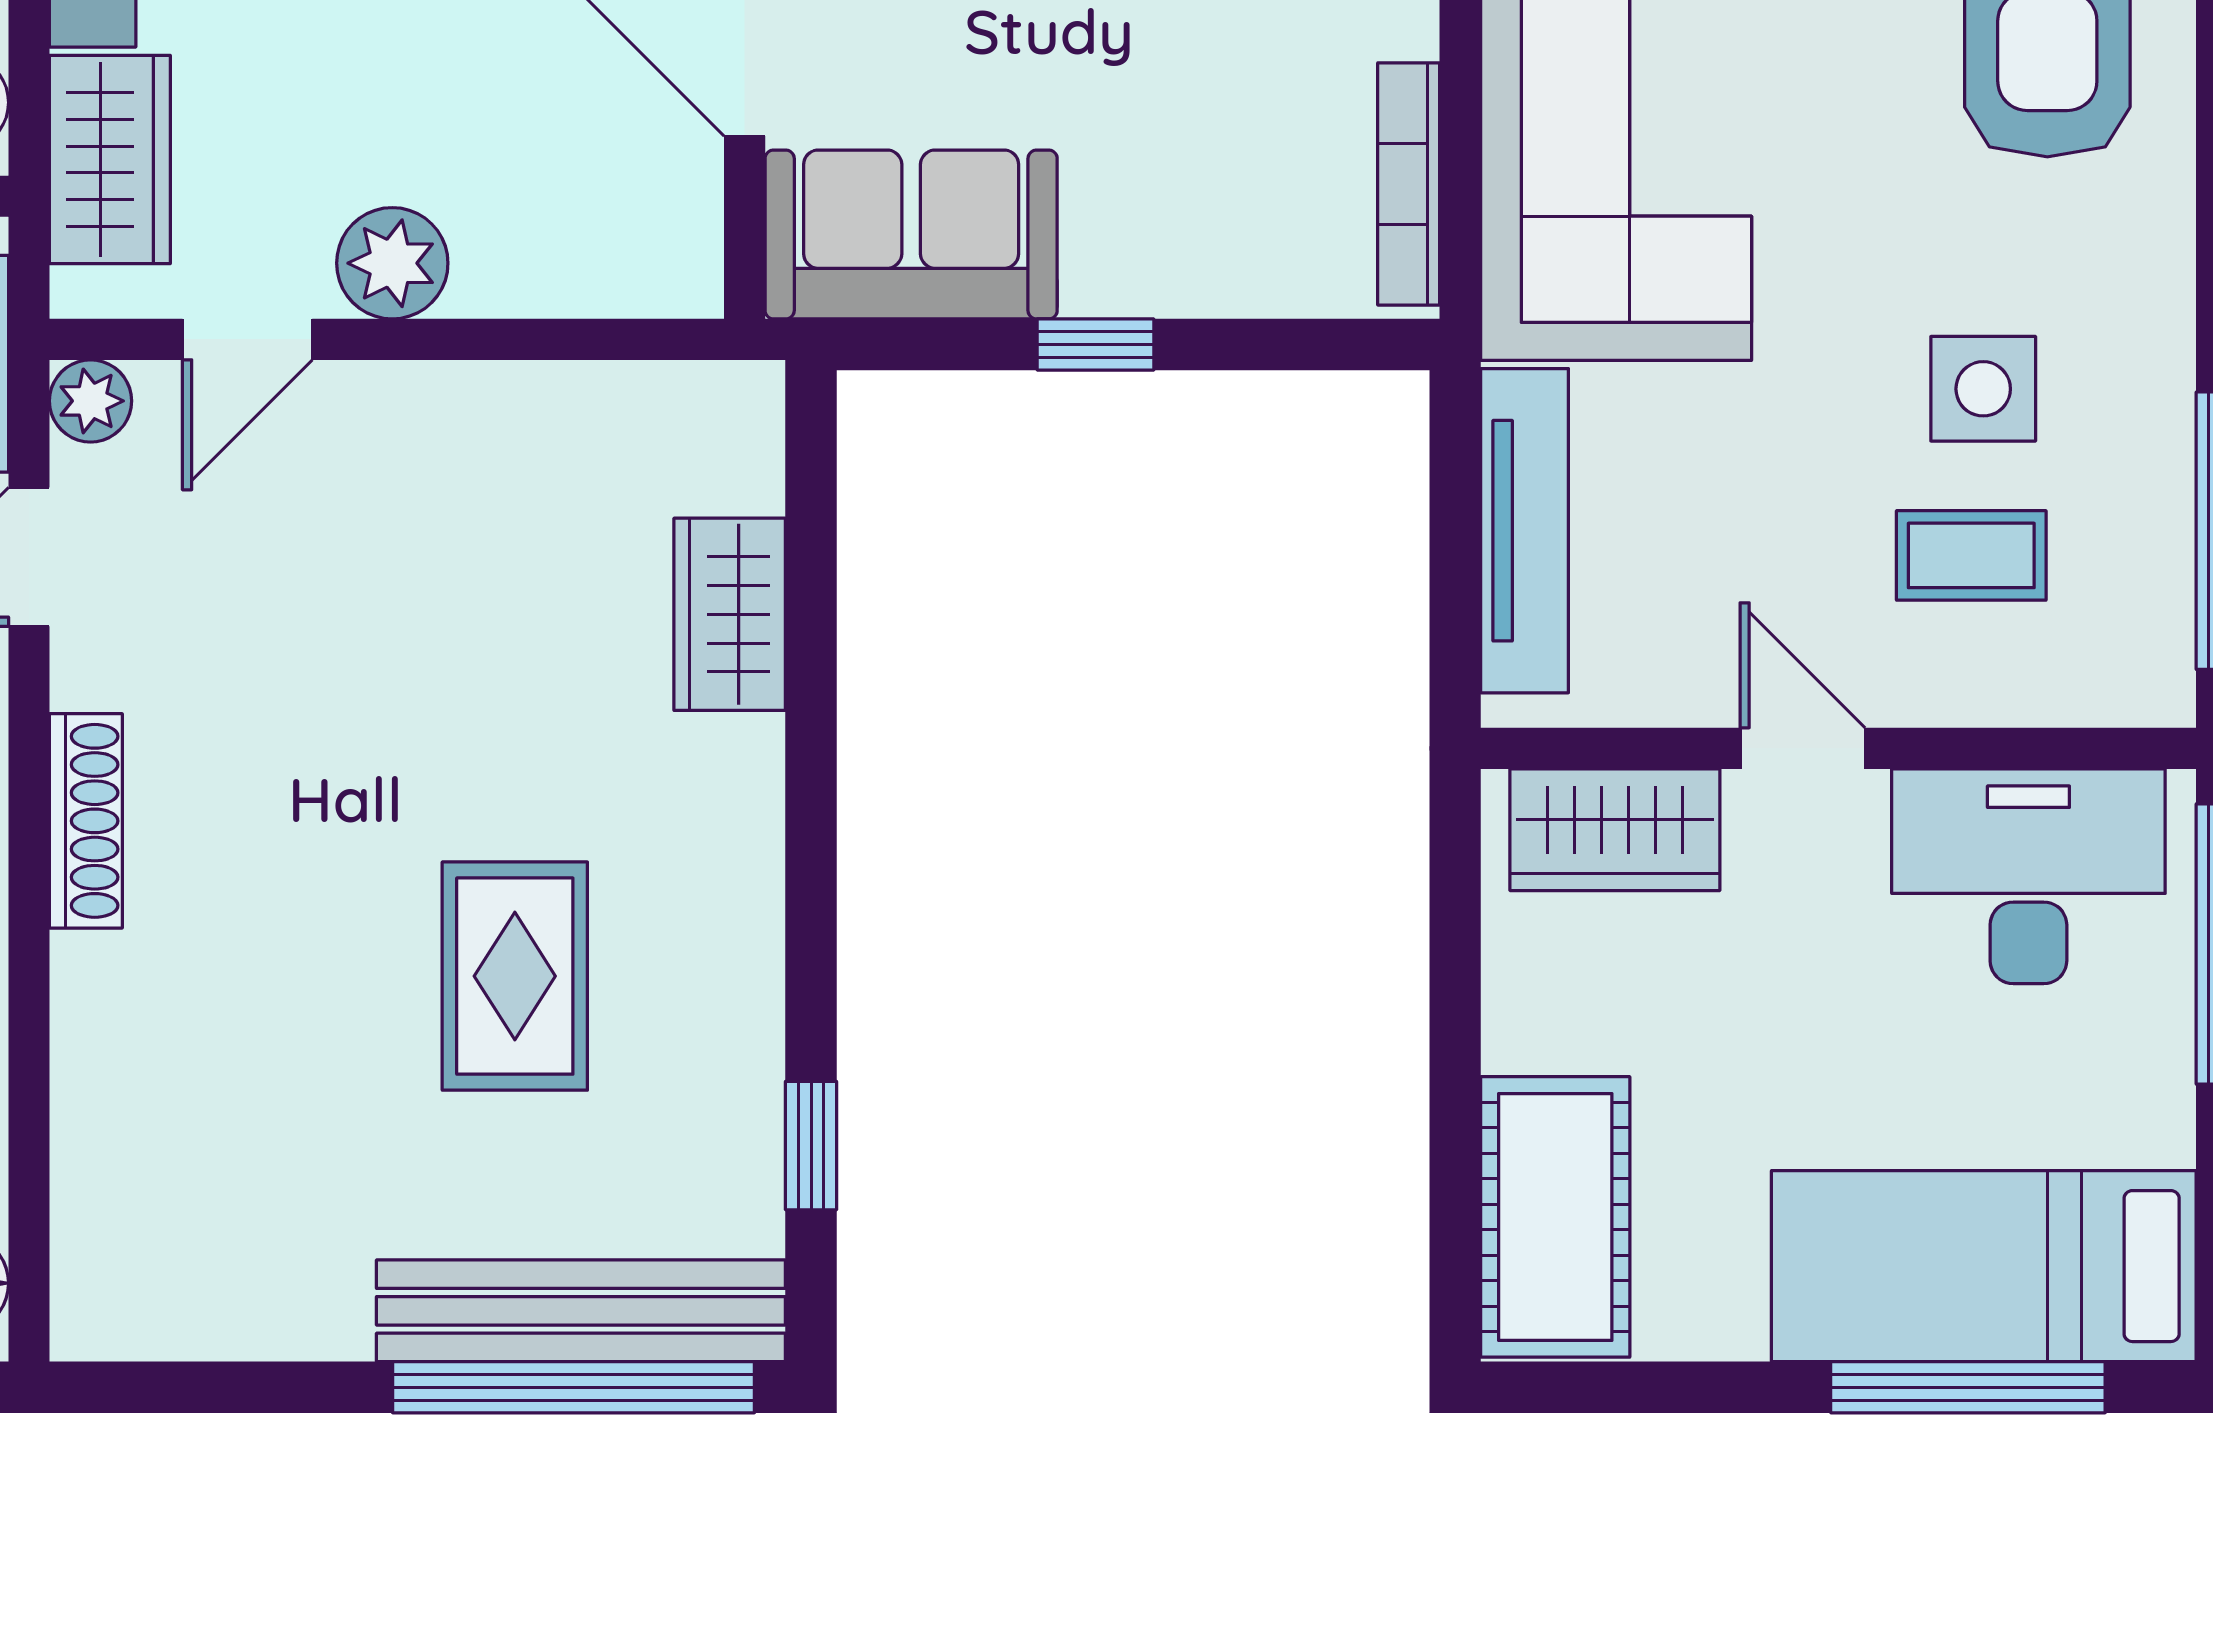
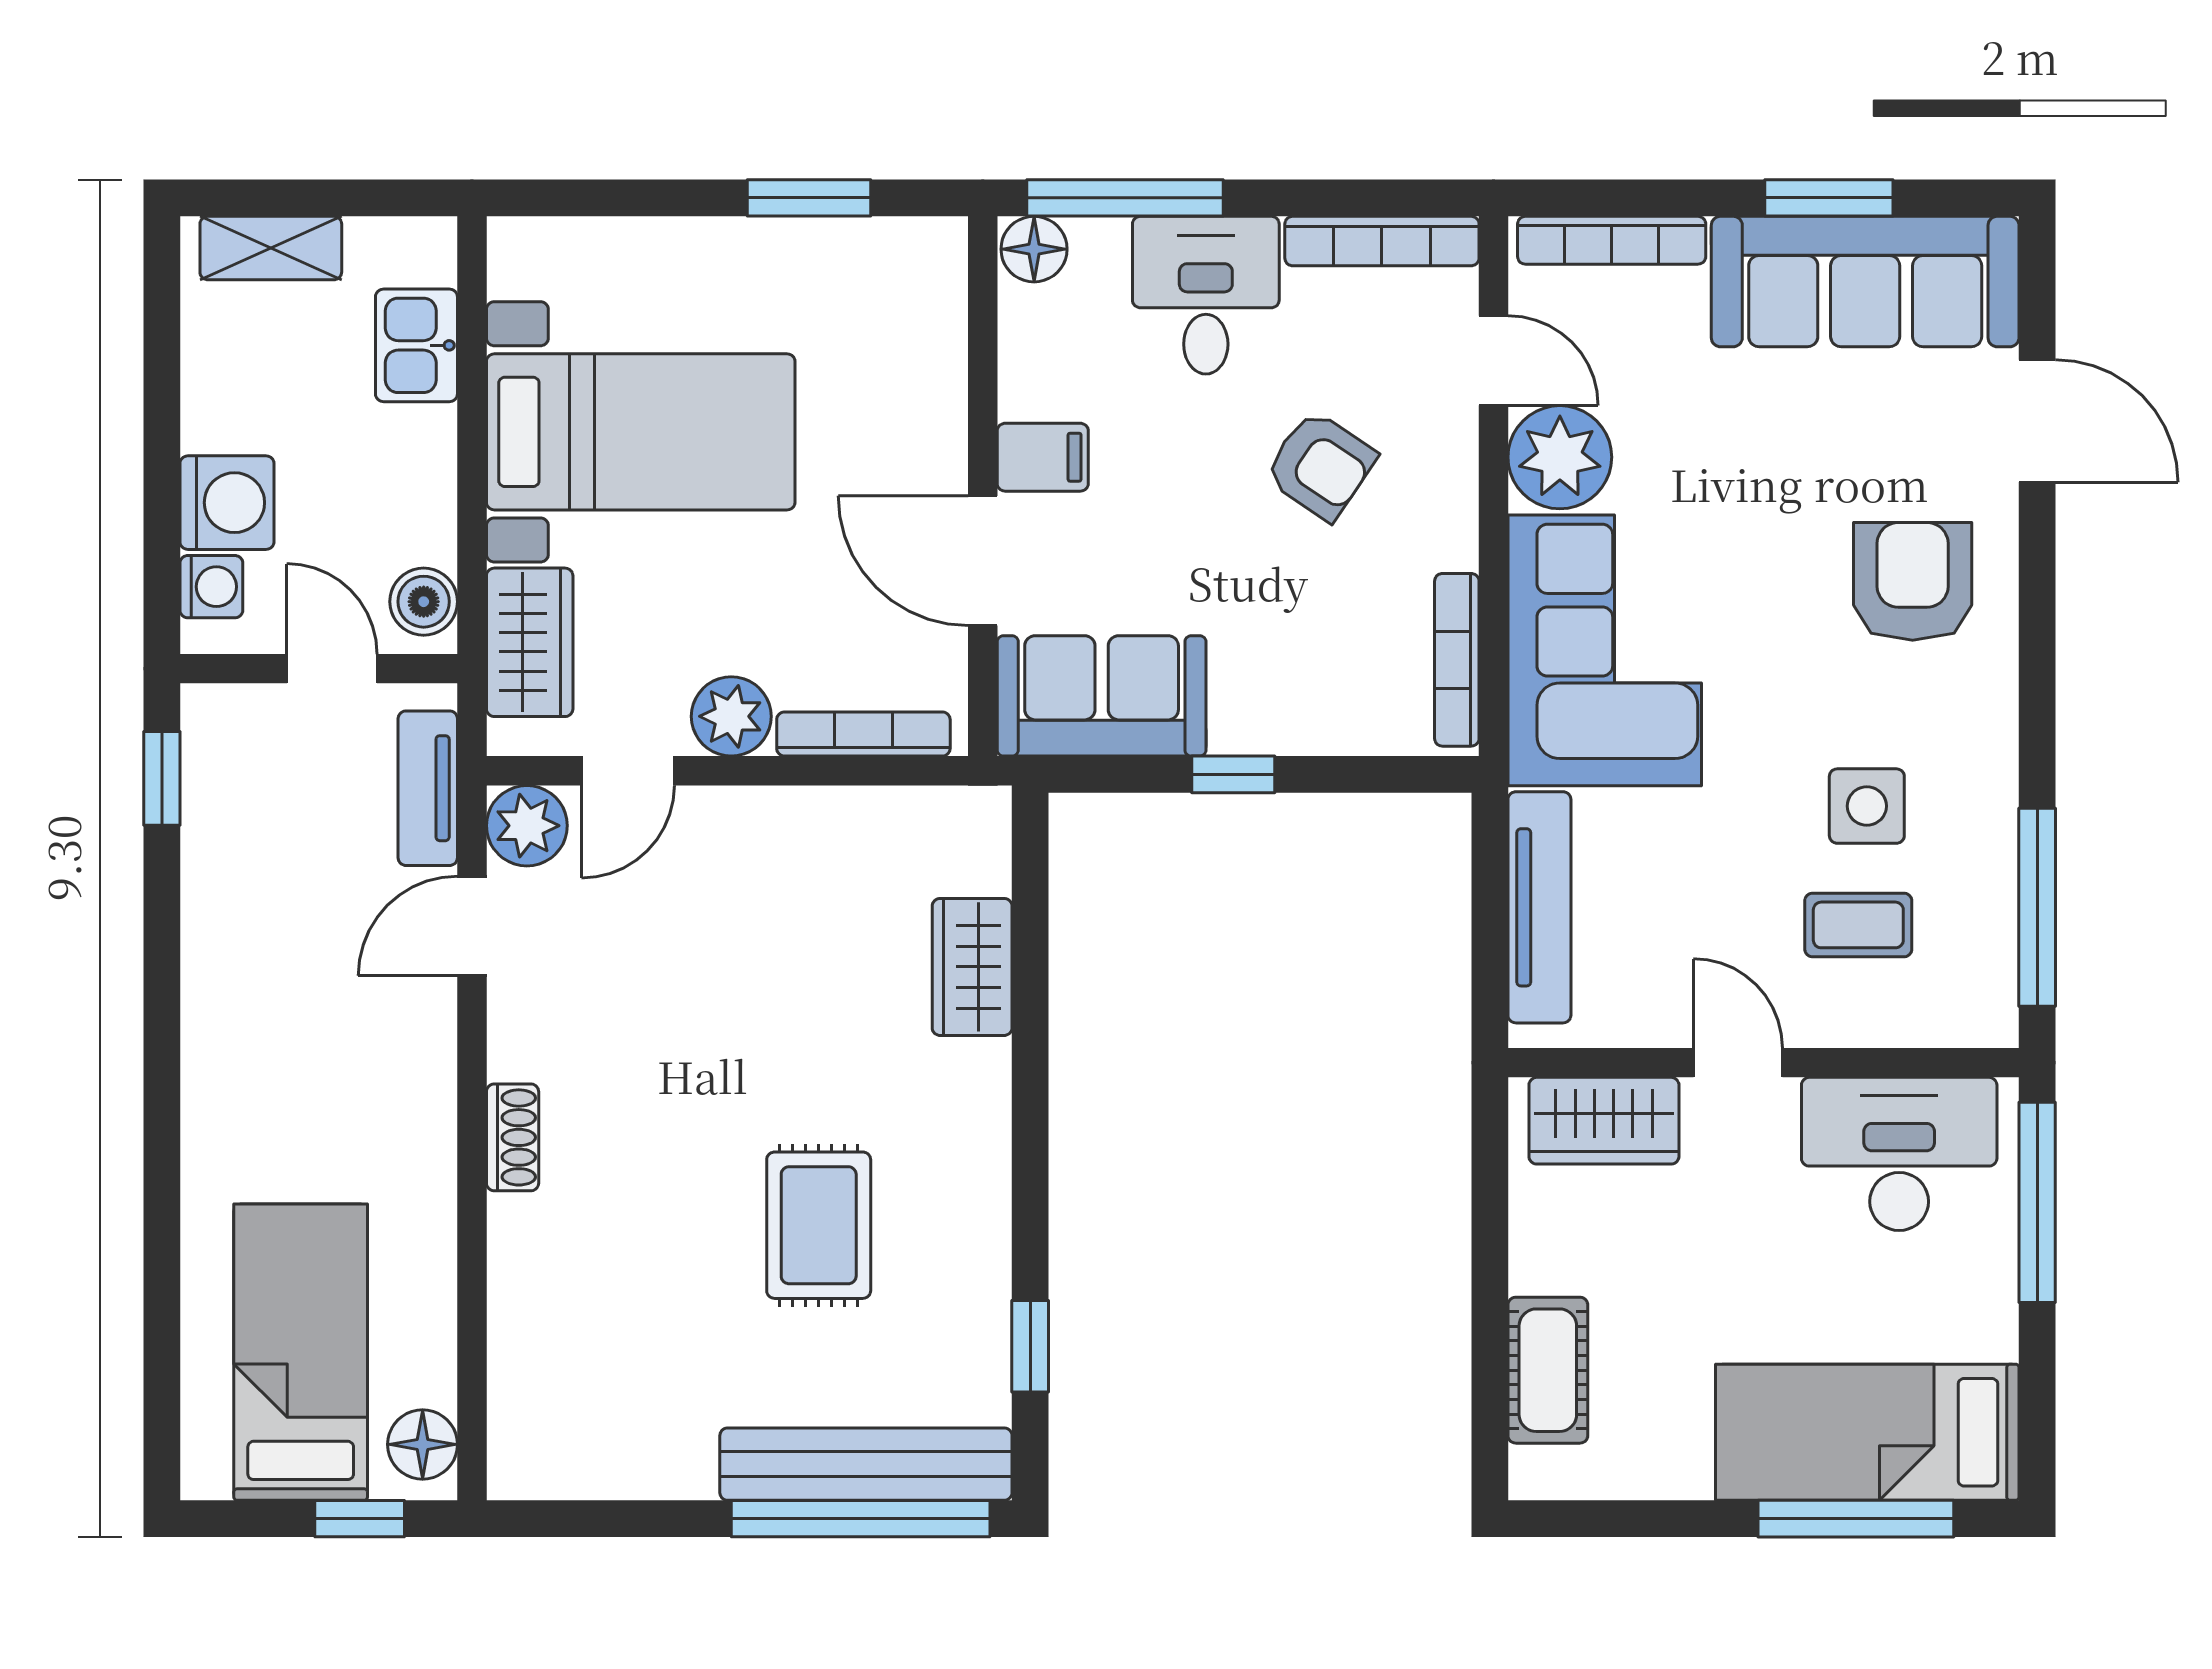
bookcase: (577, 288) -> (863, 734), added
plant: (91, 401) -> (527, 826), width x1.38, depth x1.38
shoe rack: (86, 821) -> (513, 1137), width x0.70
cot: (1555, 1217) -> (1548, 1370), width x0.73, depth x0.75

